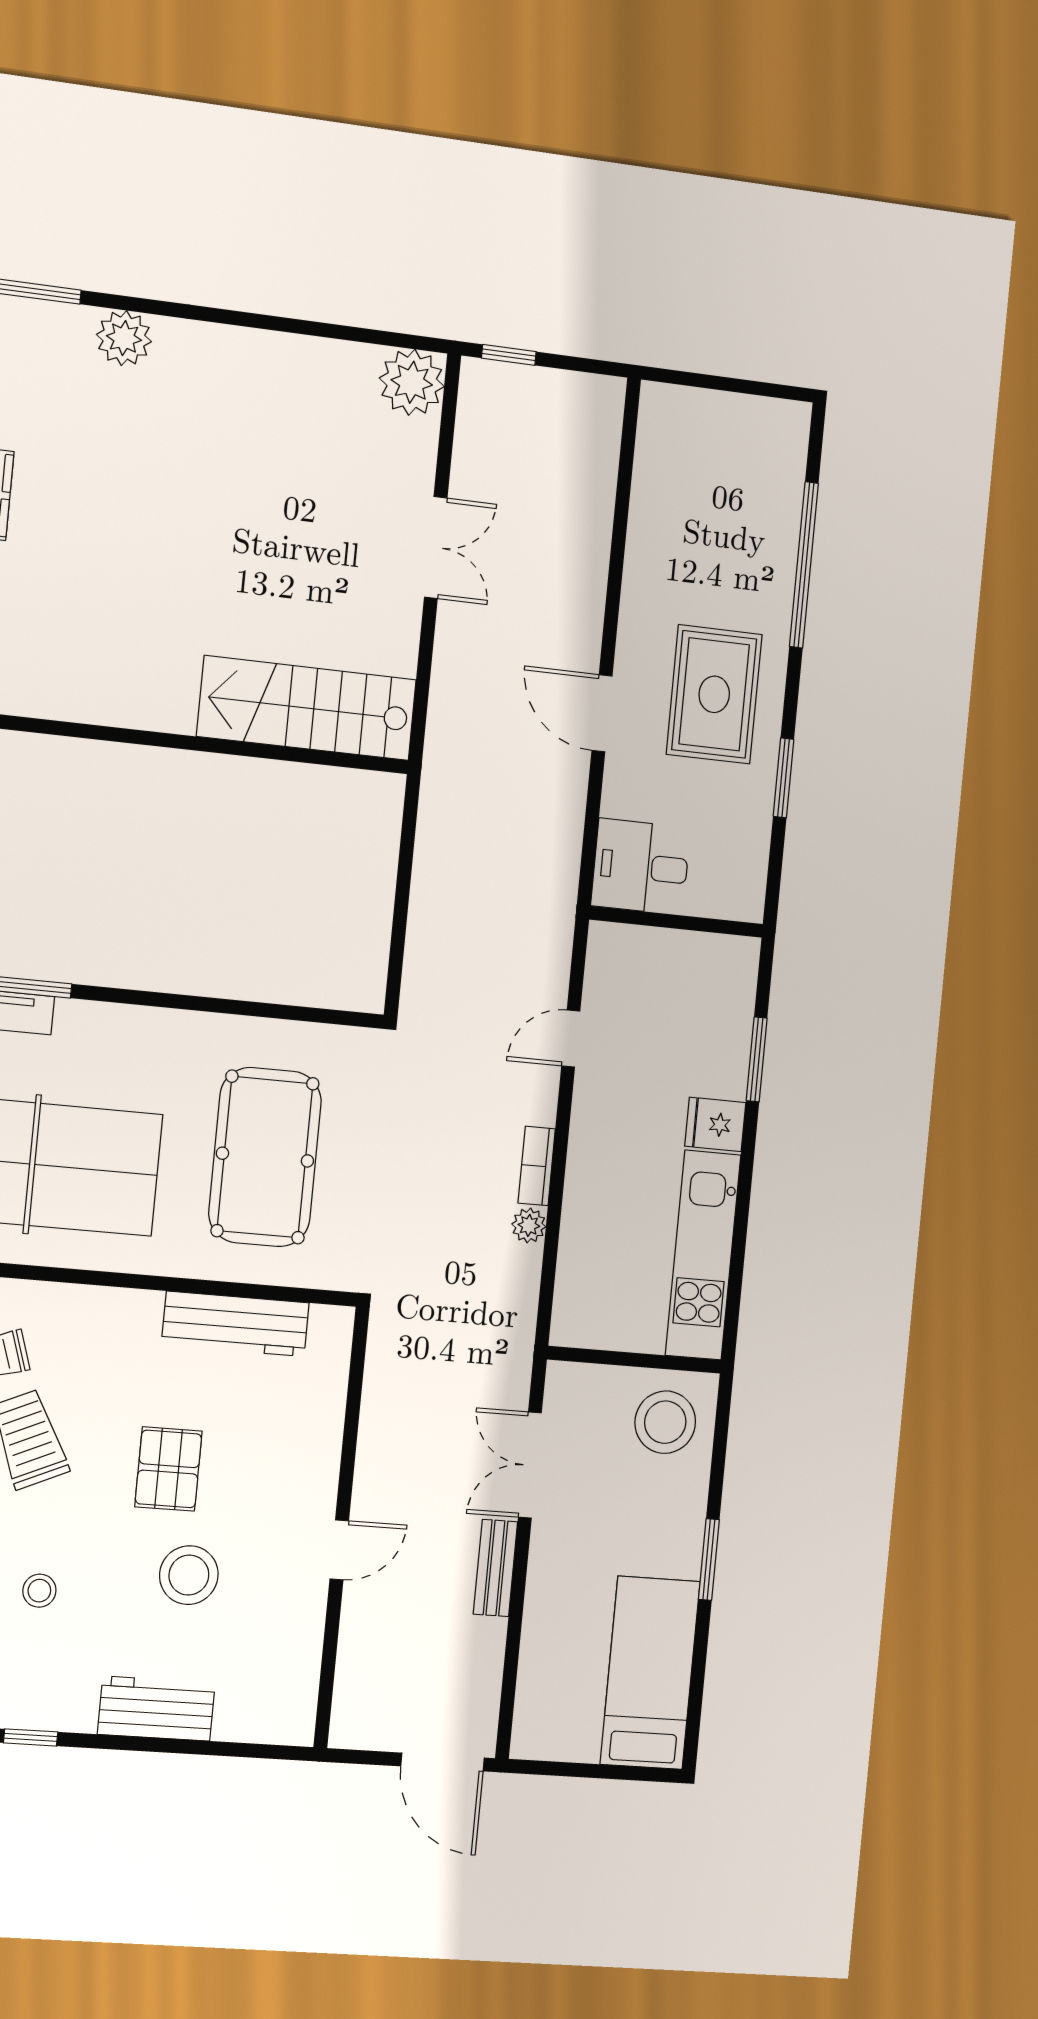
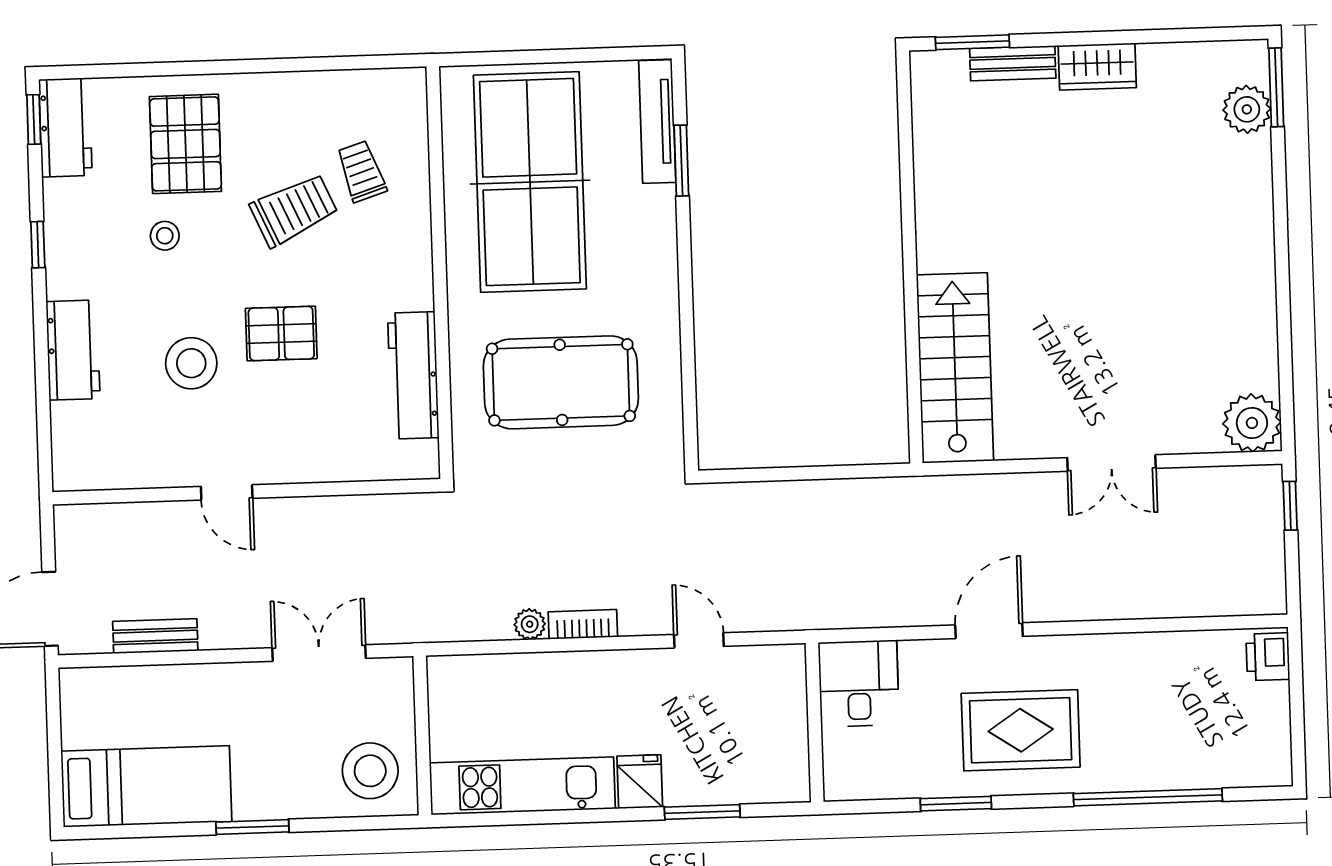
plant: (124, 338) -> (1247, 109), moved
printer: (670, 407) -> (1268, 657), added
bench: (495, 1568) -> (155, 636), moved

